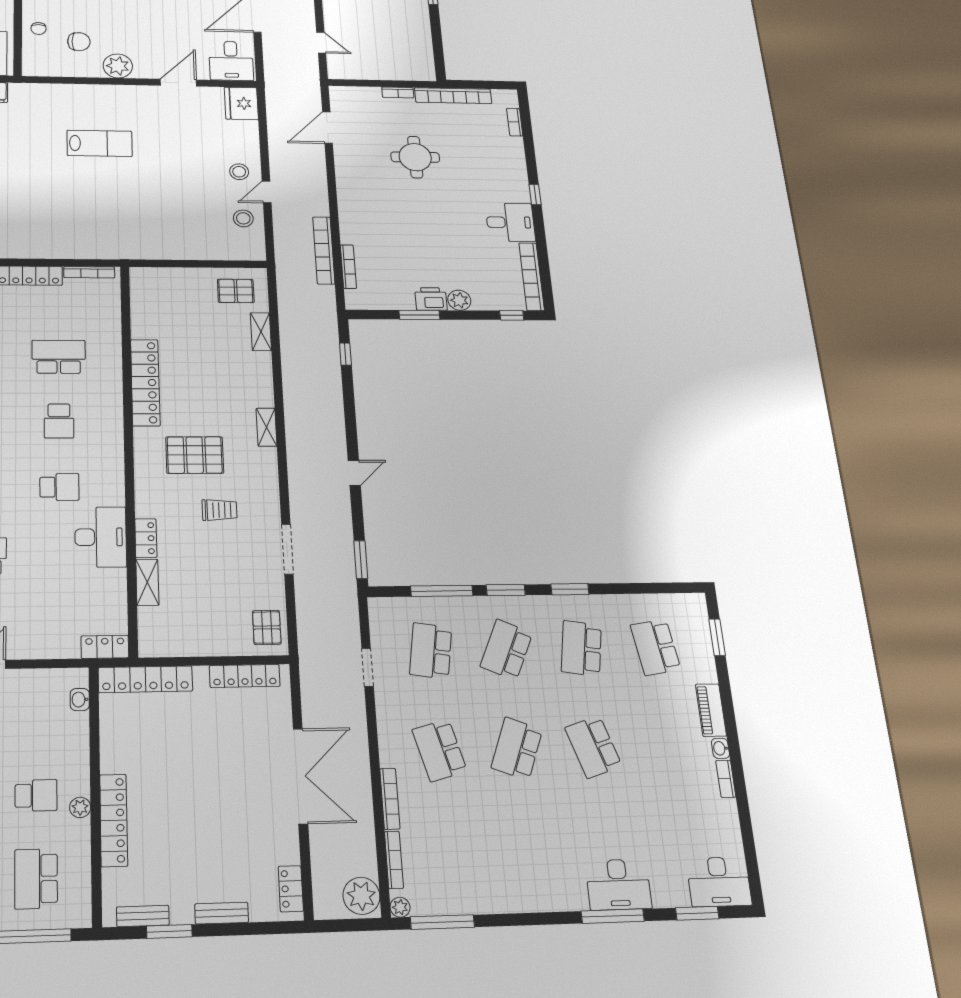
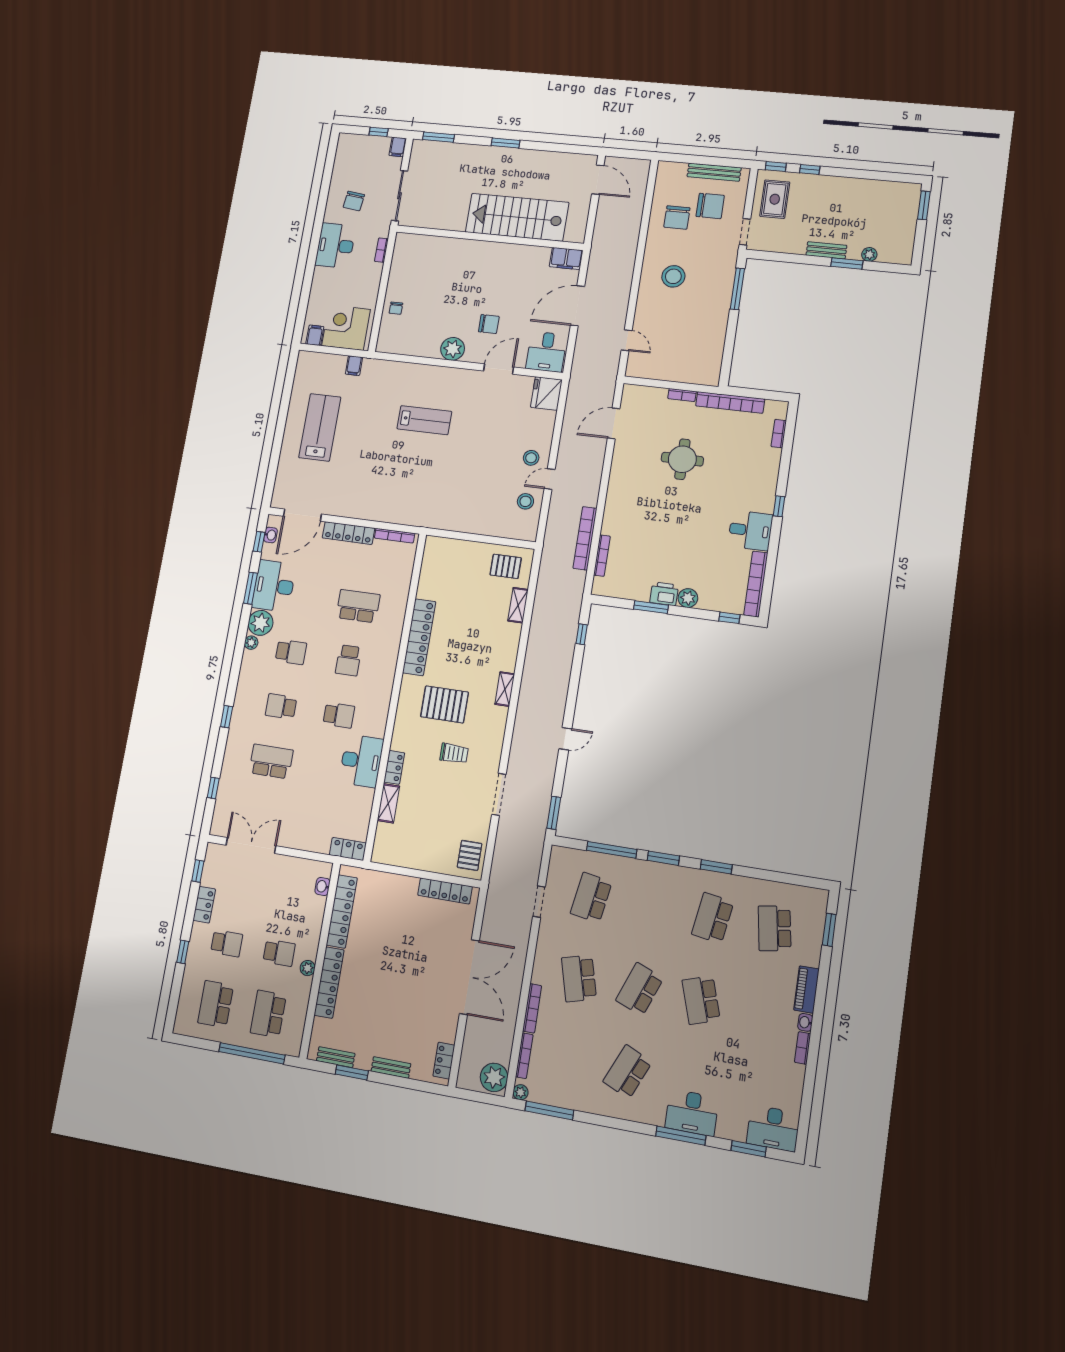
chair: (79, 42) -> (489, 324), moved
school desk: (506, 650) -> (627, 1072), moved
locker: (145, 679) -> (342, 911), moved, turned -90

